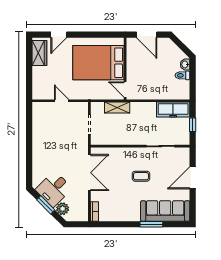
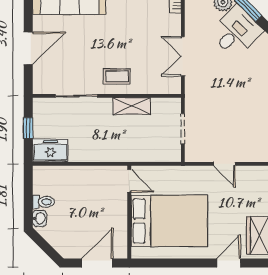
door: (147, 35) -> (97, 263), hinge flipped
shelving: (117, 108) -> (132, 106), moved
freezer: (173, 110) -> (50, 151), width x0.71
double door: (89, 173) -> (183, 56), width x0.73
coffee table: (141, 176) -> (117, 76), moved

